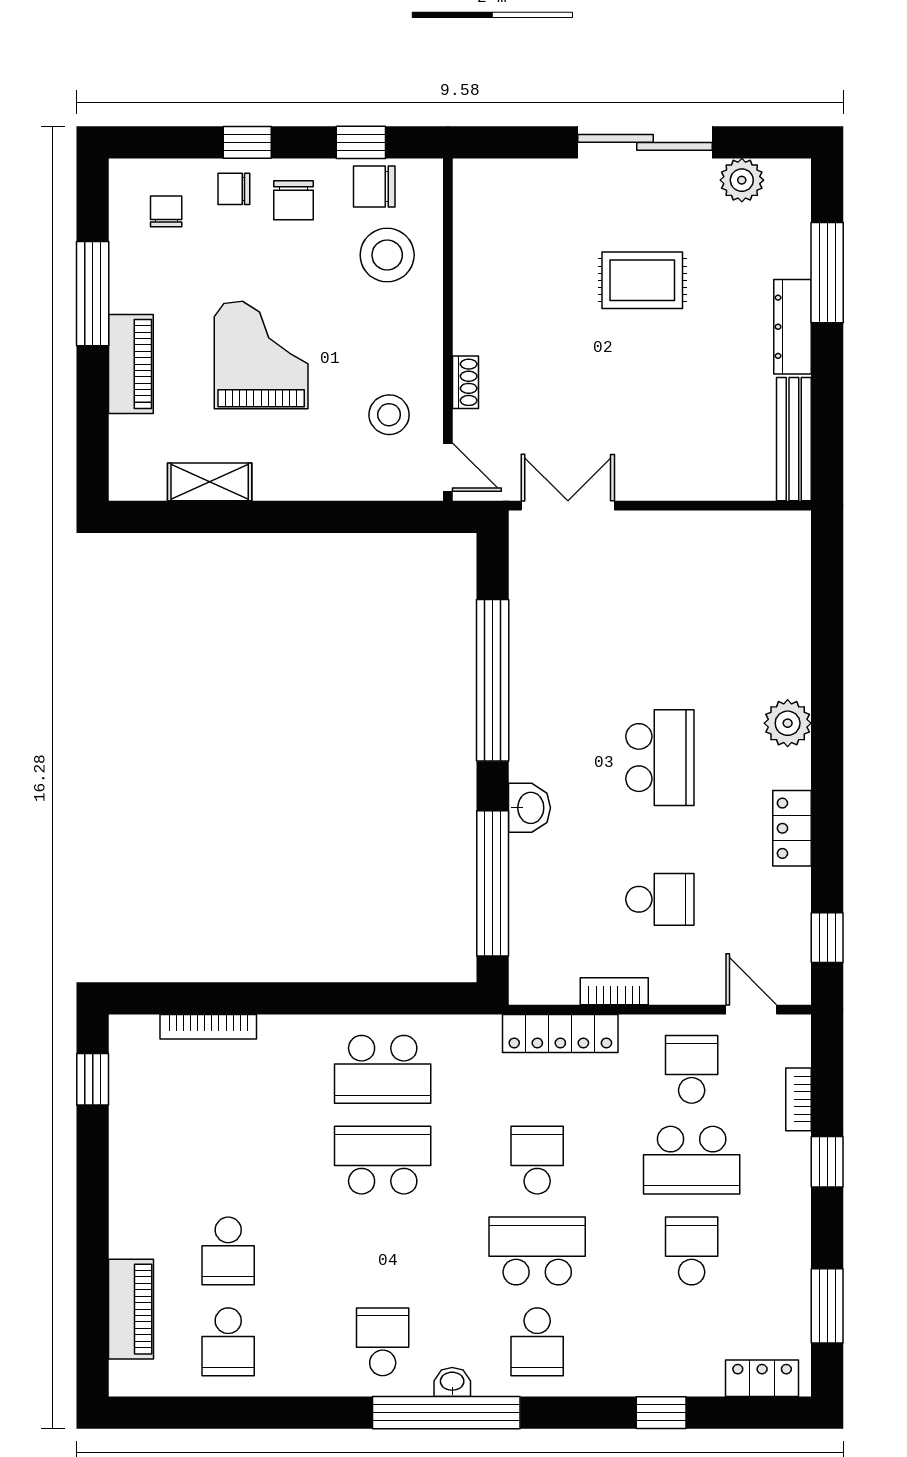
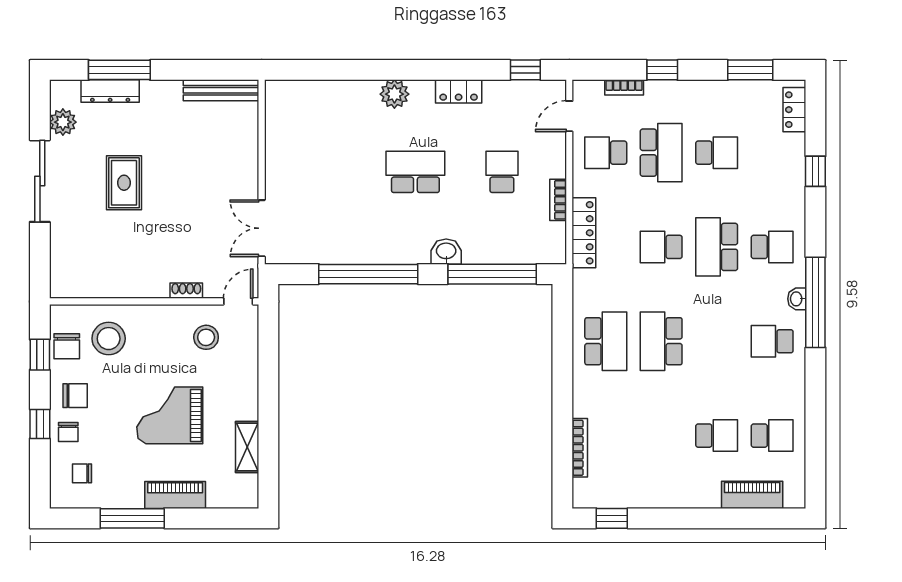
dresser: (793, 327) -> (110, 91), moved
school desk: (692, 1251) -> (717, 153), turned 180

